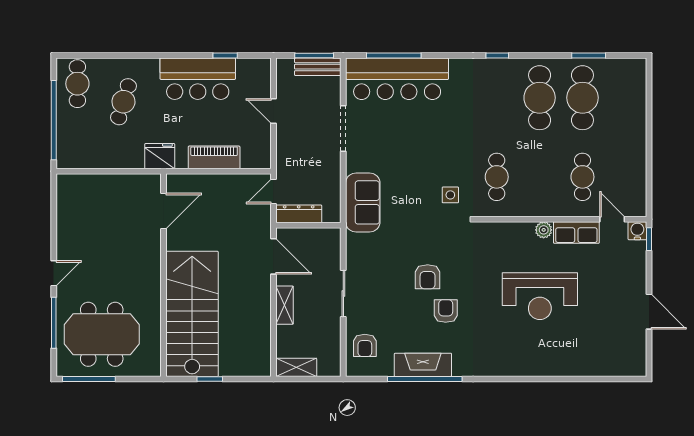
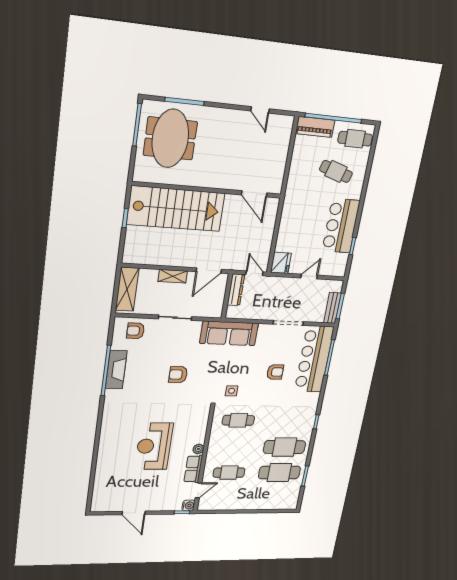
fridge: (160, 156) -> (281, 263), moved
piano: (214, 157) -> (315, 127), moved, turned 90
sofa: (363, 202) -> (229, 333), width x1.36
door: (54, 273) -> (260, 110), moved
armchair: (446, 311) -> (275, 372), moved
door: (649, 312) -> (134, 513), hinge flipped
shelving: (296, 367) -> (127, 289), width x1.50, depth x1.33

